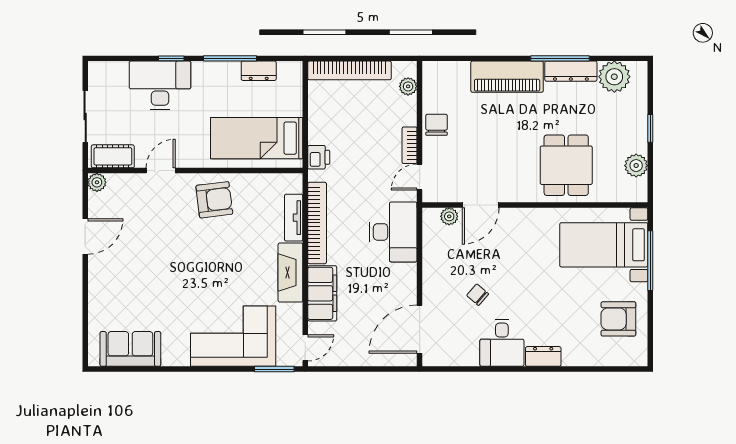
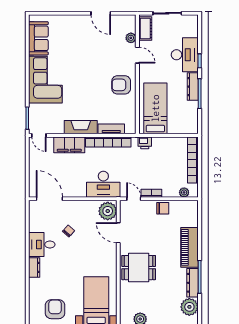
dresser: (259, 71) -> (193, 87), moved, width x1.44
dining table: (566, 165) -> (139, 268), moved
plant: (97, 182) -> (131, 38), moved
armchair: (214, 200) -> (121, 85), turned 97
plant: (449, 216) -> (108, 211), width x1.88, depth x1.88
corner sofa: (233, 336) -> (45, 80), moved

